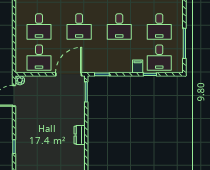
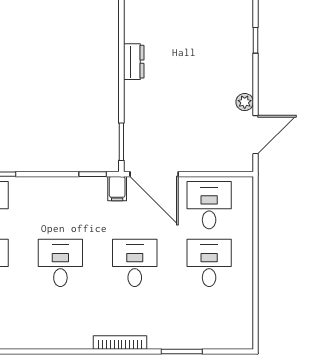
filing cabinet: (138, 67) -> (117, 189), moved
door: (69, 74) -> (154, 174), hinge flipped
plant: (20, 80) -> (245, 102), moved

